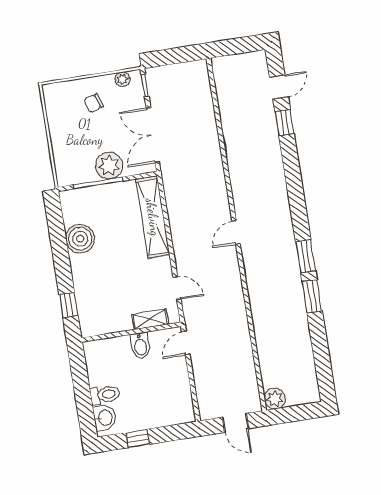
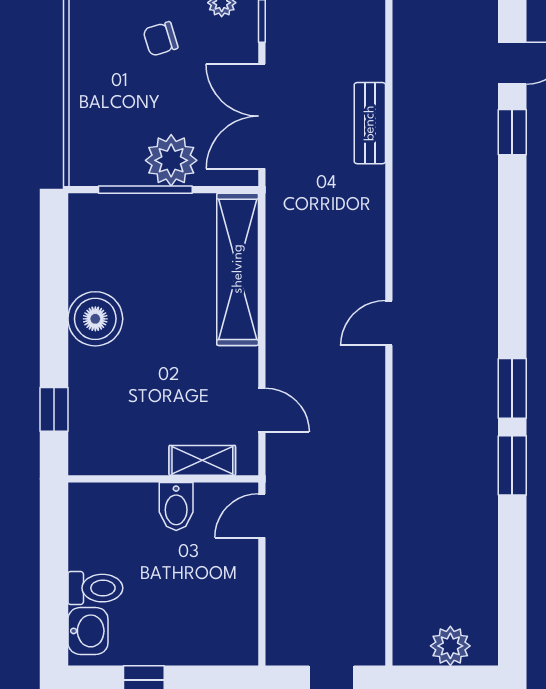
bench: (210, 130) -> (370, 123), added
boiler: (80, 239) -> (95, 319), moved
plant: (275, 399) -> (450, 646), moved

